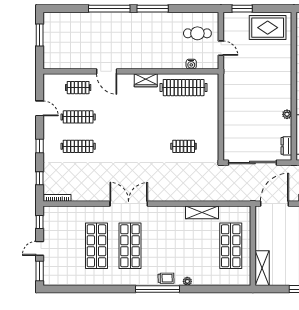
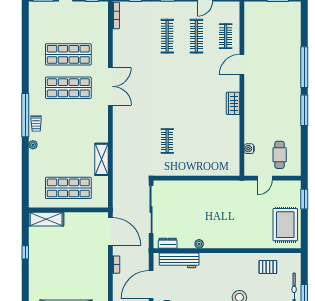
clothes rail: (184, 88) -> (226, 141), removed

